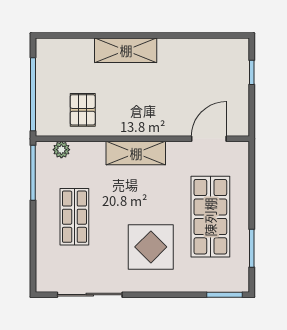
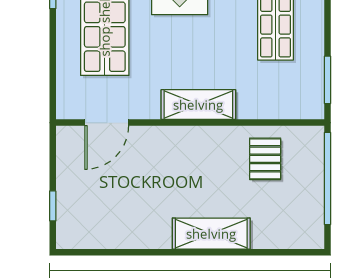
plant: (61, 150) -> (292, 109), removed
window: (33, 173) -> (328, 80), width x0.69

